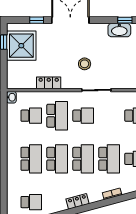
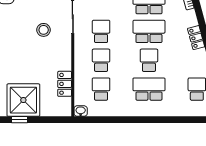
locker: (49, 83) -> (65, 84), moved
school desk: (57, 116) -> (101, 60), width x0.54
school desk: (57, 159) -> (149, 60), width x0.54

